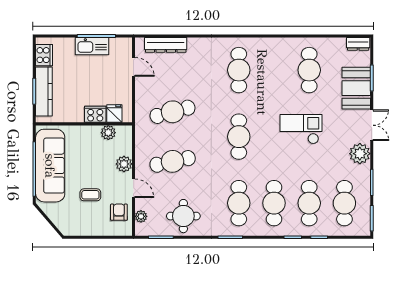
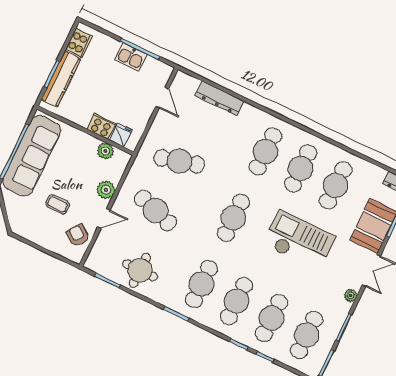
dresser: (166, 45) -> (220, 98), moved
kitchen sink: (92, 46) -> (131, 57), width x0.73
cafe table: (274, 70) -> (301, 168), added
checkout: (301, 129) -> (299, 240), width x1.36, depth x1.21
plant: (360, 154) -> (351, 295), width x0.53, depth x0.53
cafe table: (173, 161) -> (155, 211), turned 30
door: (134, 188) -> (104, 218), hinge flipped
armchair: (119, 212) -> (78, 235), turned -54
plant: (141, 216) -> (98, 250), removed

